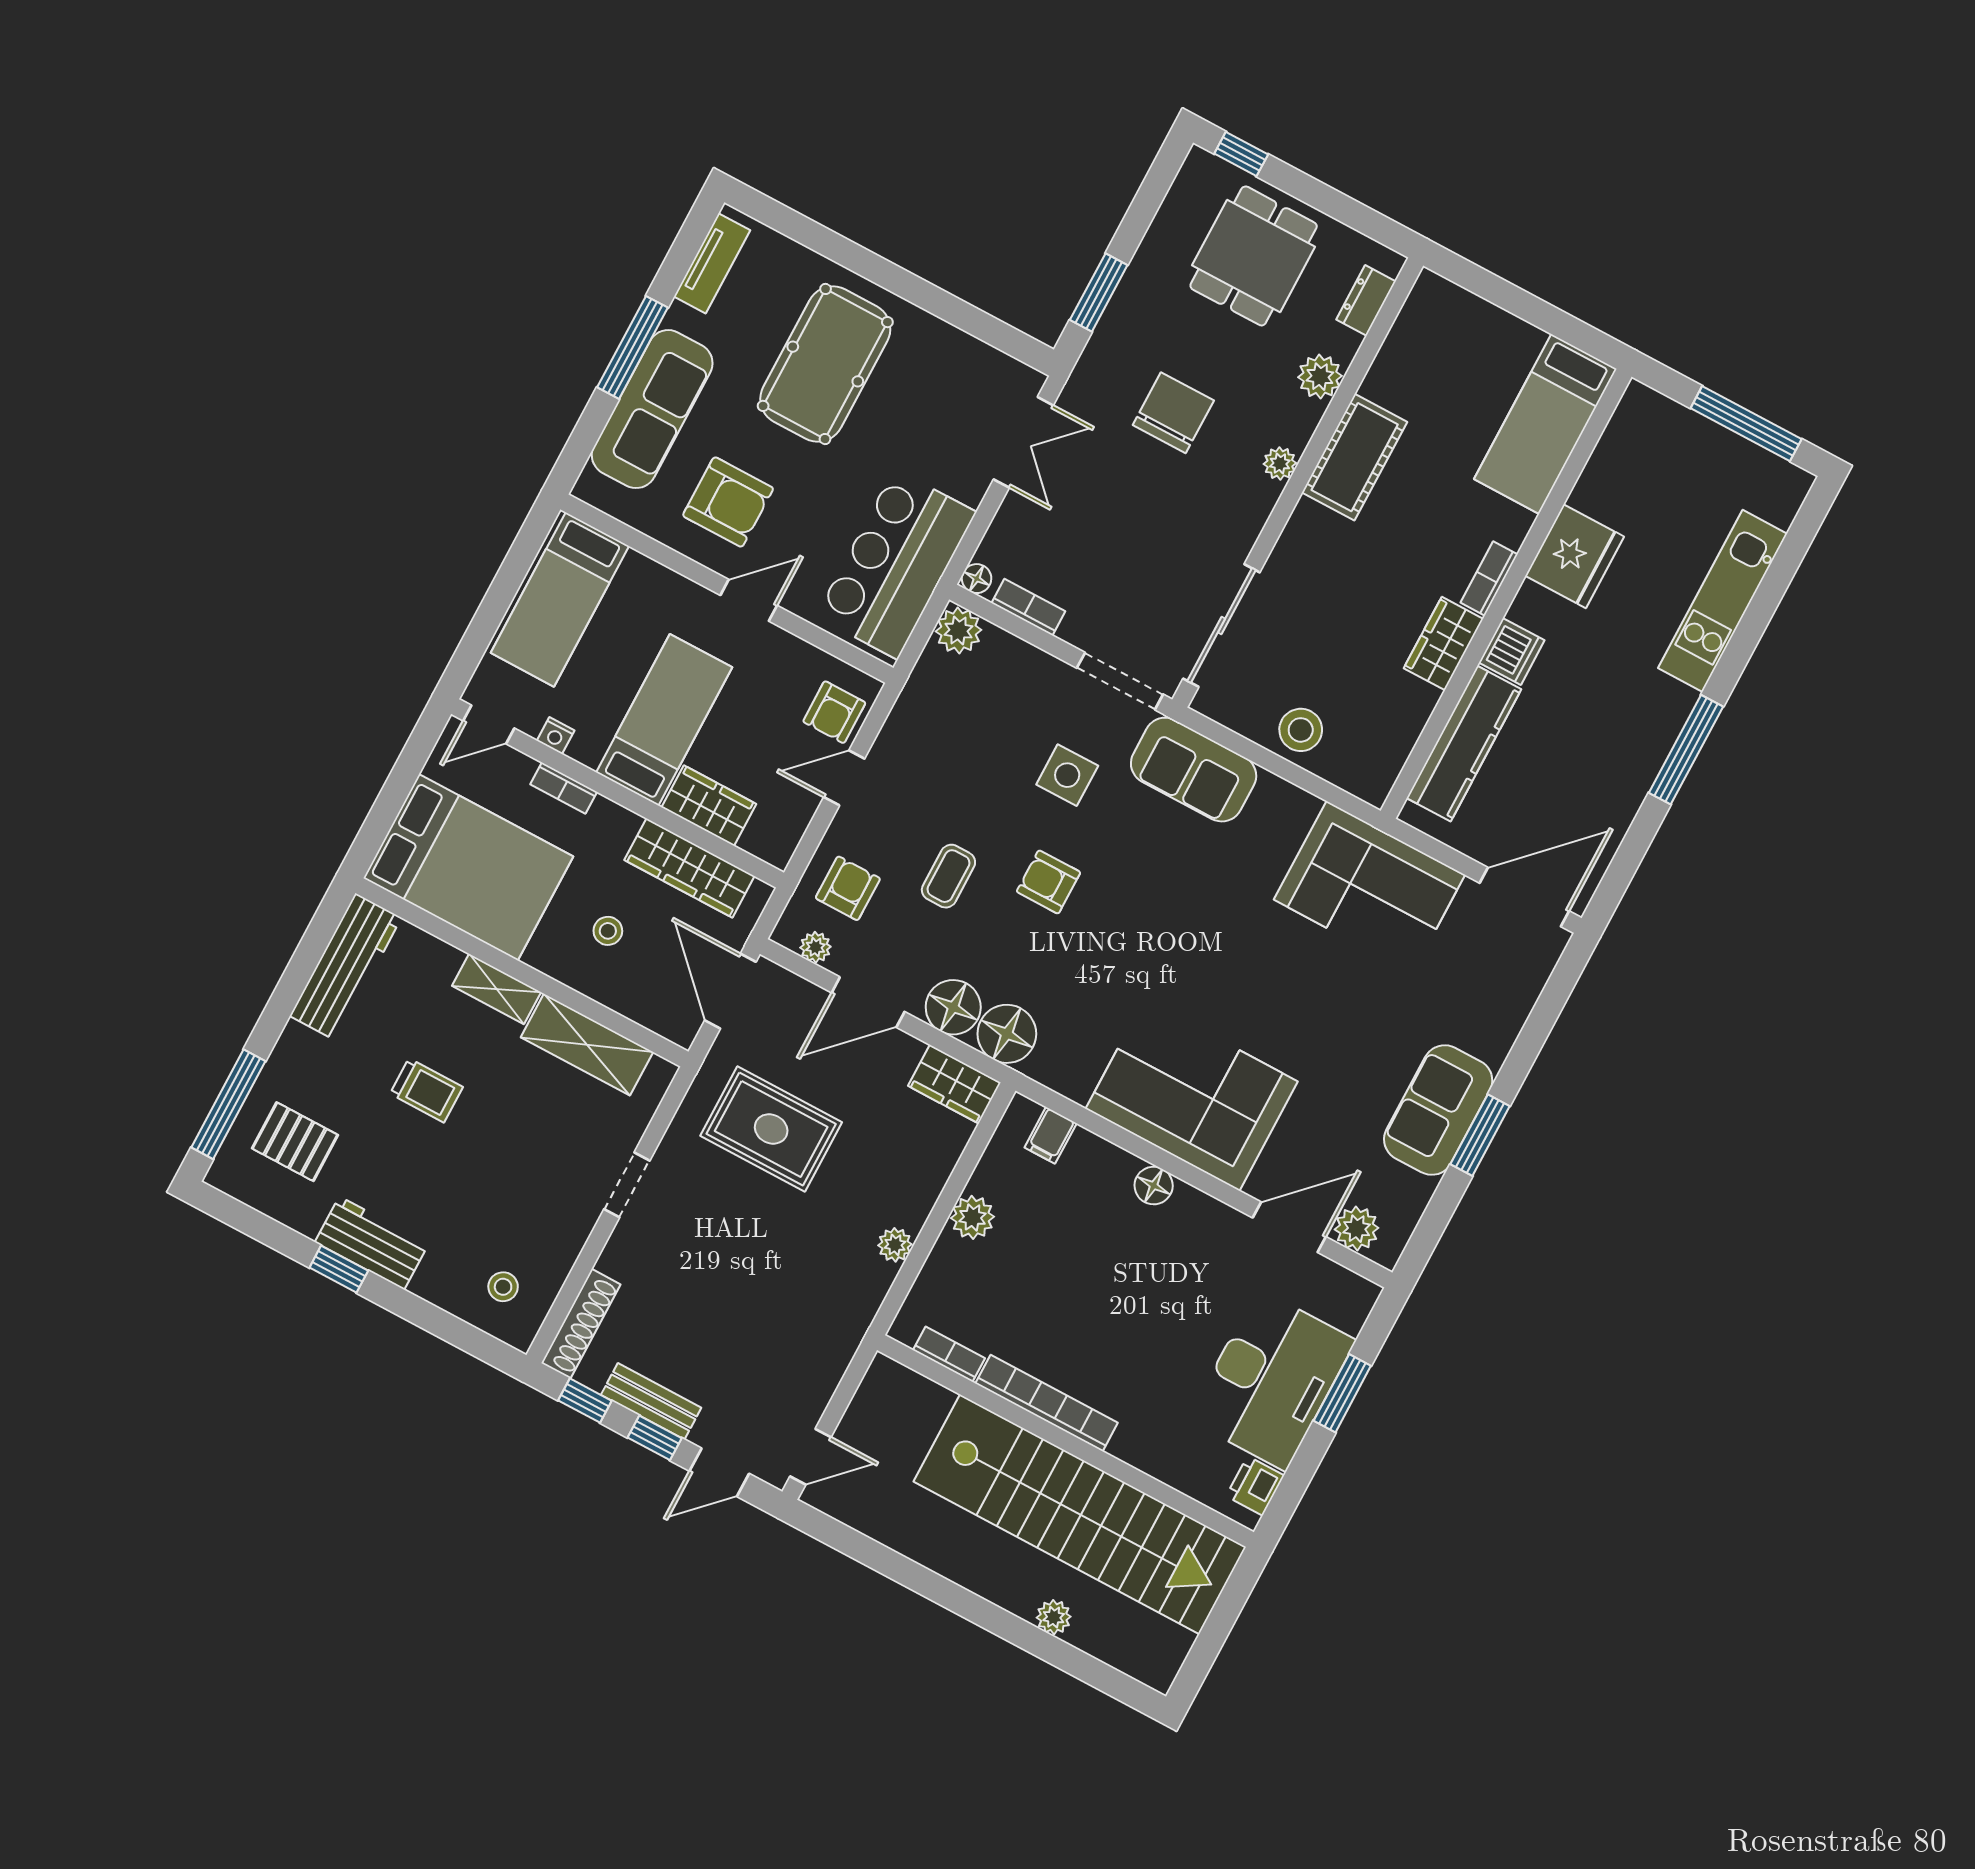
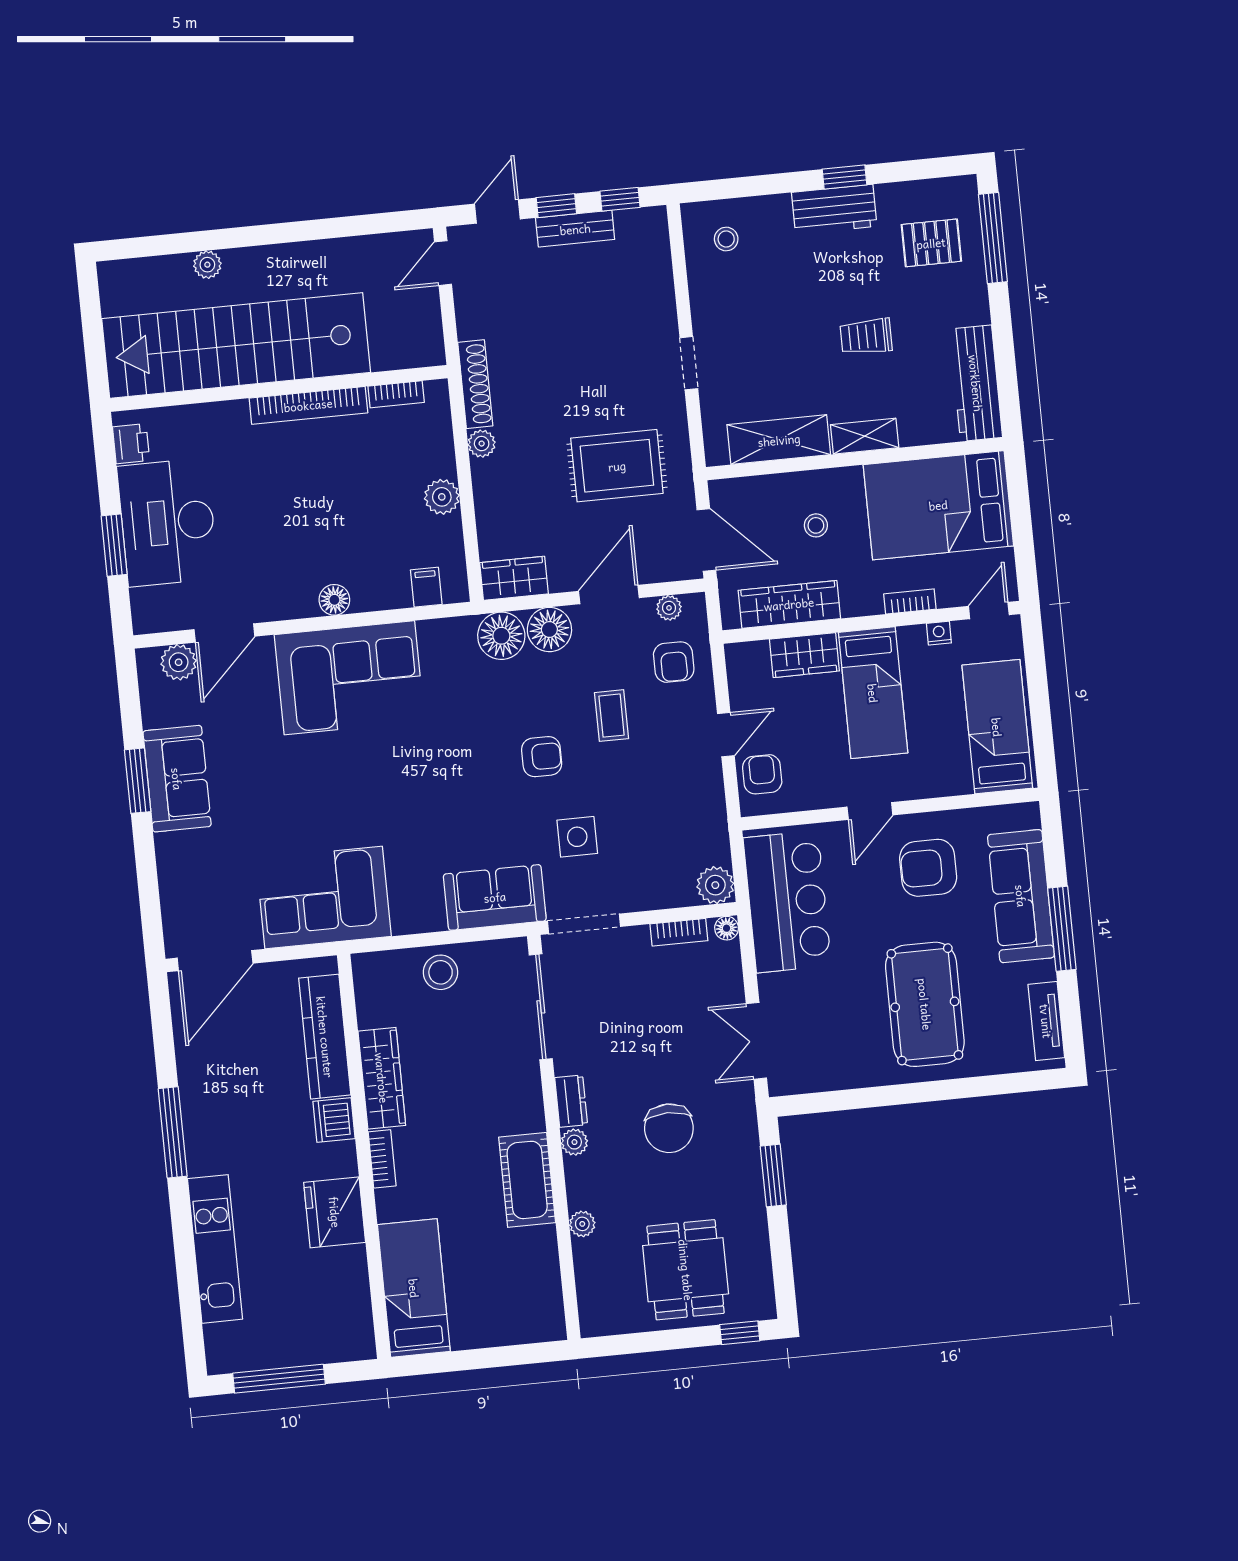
dresser: (1366, 300) -> (571, 1101), moved
plant: (1320, 377) -> (582, 1224), width x0.73, depth x0.73
wardrobe: (1443, 644) -> (382, 1078), width x1.50
shoe rack: (581, 1324) -> (475, 384), moved, turned 180

